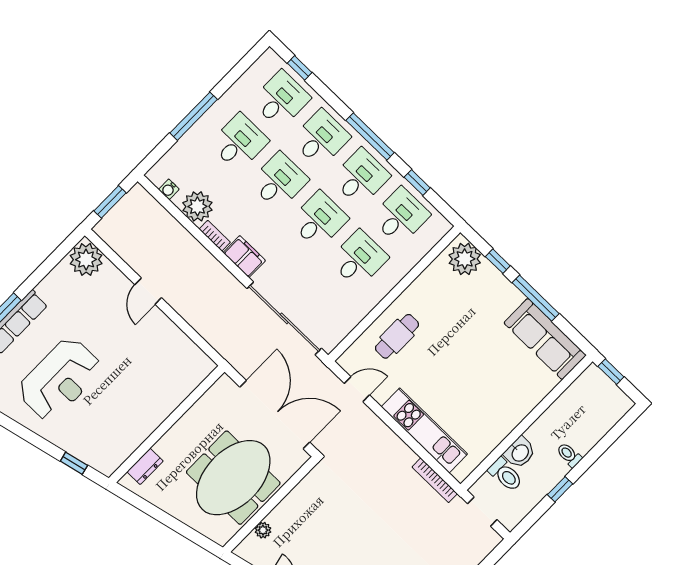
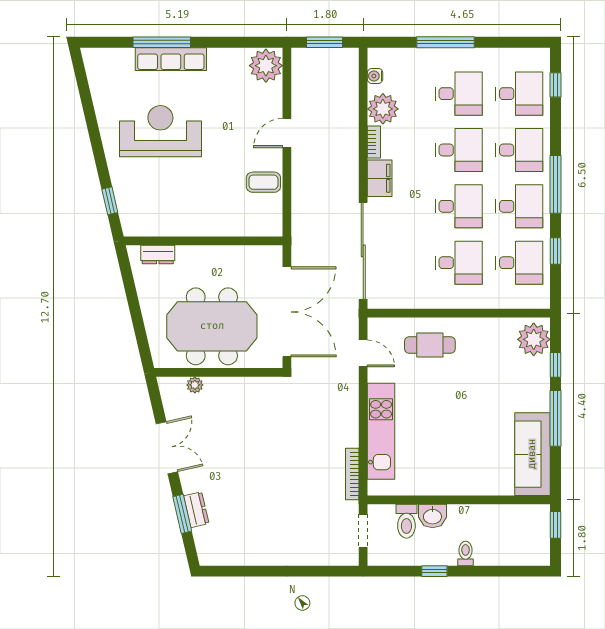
coffee table: (167, 342) -> (263, 182), added
reception desk: (60, 379) -> (160, 131), turned 180

